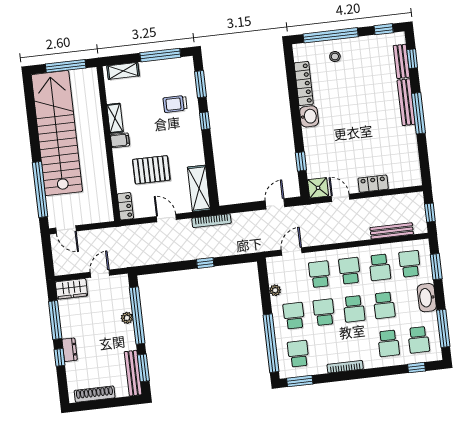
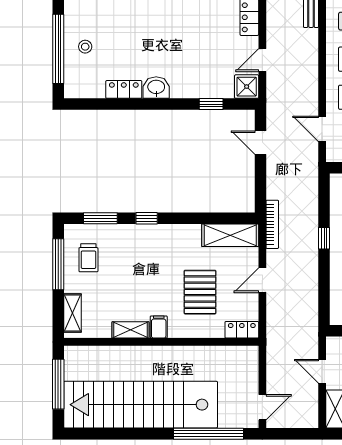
locker: (304, 84) -> (124, 89), width x0.66
trolley: (175, 104) -> (88, 258), moved

